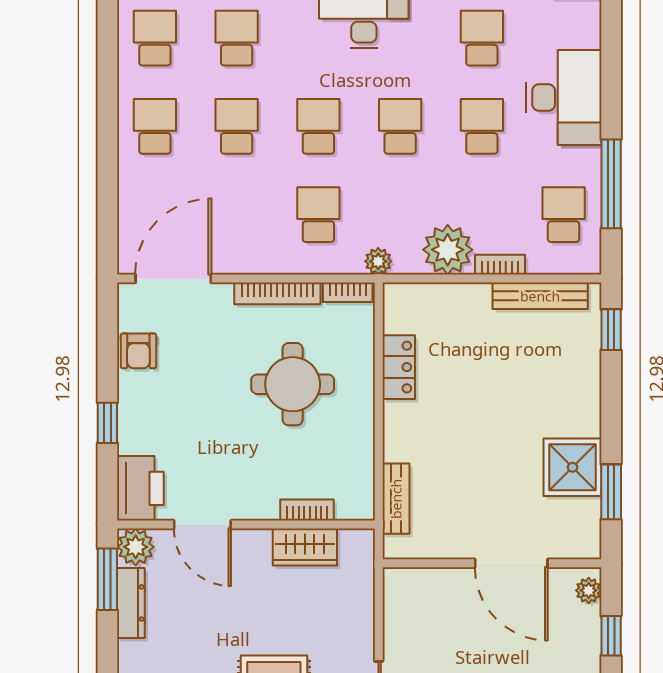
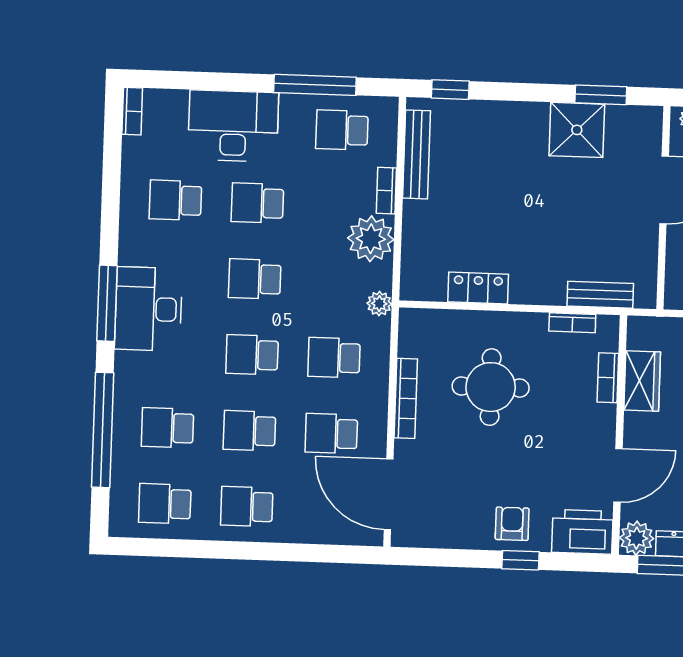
school desk: (237, 215) -> (331, 434), added
bookcase: (348, 292) -> (572, 323), moved, turned 90
armchair: (138, 351) -> (512, 524), moved, turned -90

